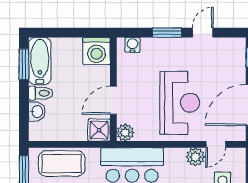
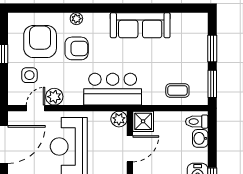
toilet: (41, 93) -> (197, 122), moved
coffee table: (62, 164) -> (177, 91), width x0.54, depth x0.58

